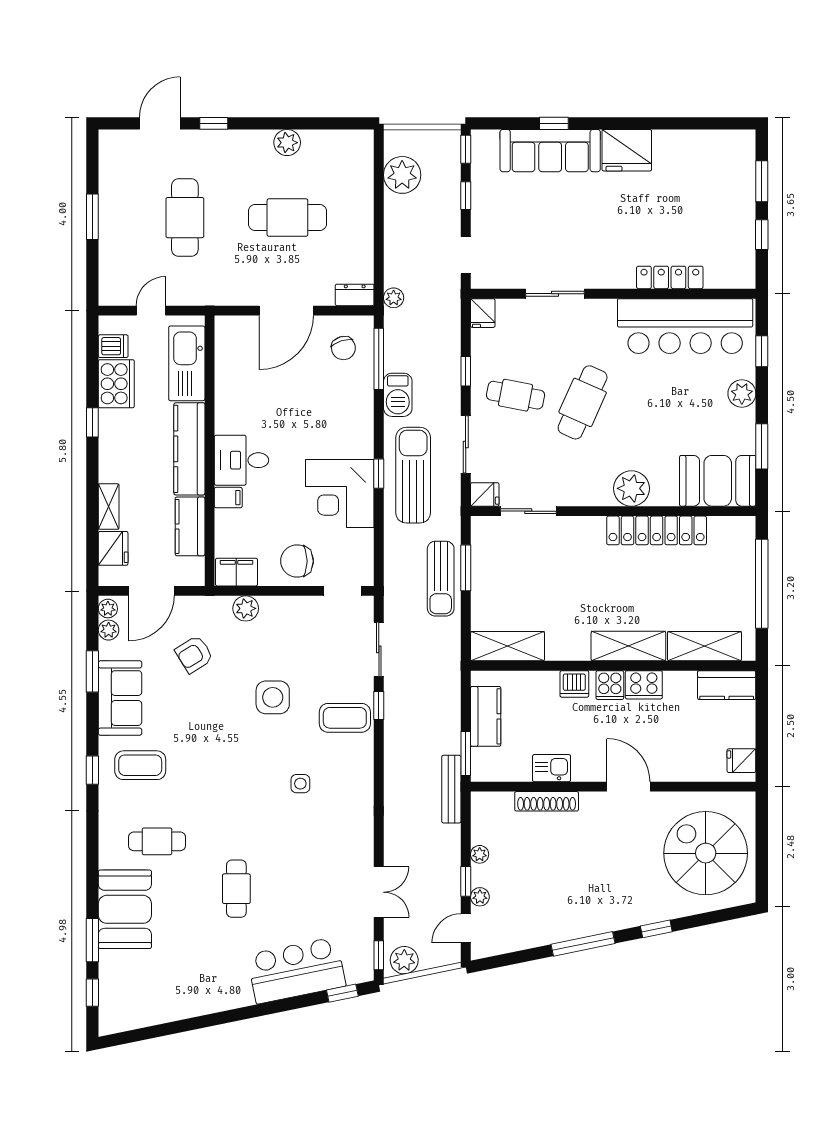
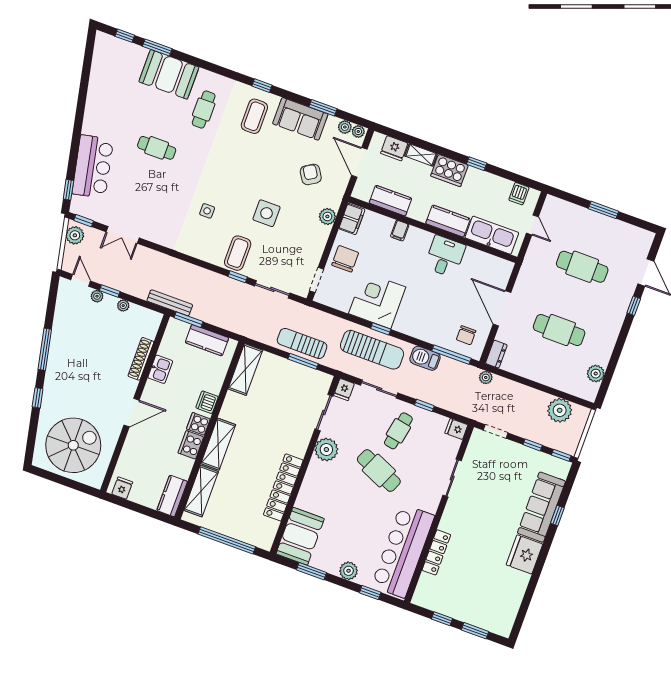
plant: (287, 143) -> (596, 374), moved
cafe table: (287, 218) -> (559, 330), turned 90
chair: (343, 348) -> (466, 335), turned -72
cooker: (116, 384) -> (449, 171), moved
kitchen counter: (189, 449) -> (448, 221), width x0.67
desk: (242, 460) -> (445, 256), moved
plant: (631, 488) -> (326, 450), moved

